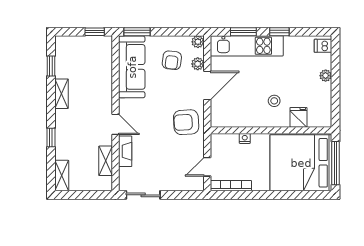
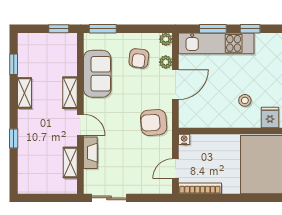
sofa: (132, 67) -> (97, 74), width x0.73
nightstand: (245, 138) -> (184, 139), moved
shelving: (62, 176) -> (70, 93), moved

